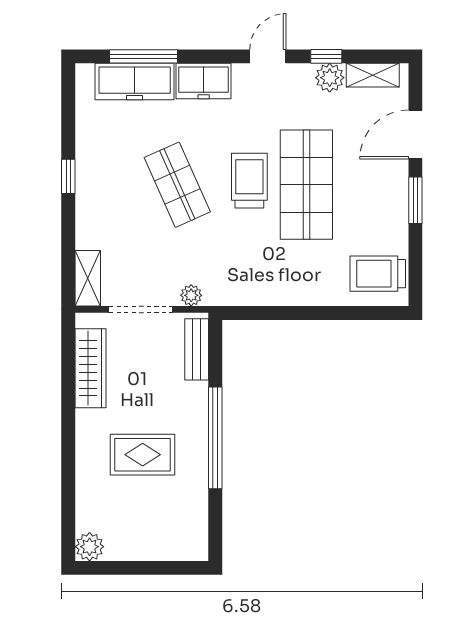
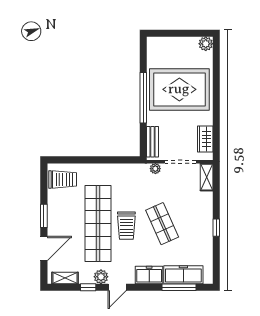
plant: (330, 78) -> (101, 277), moved
shop shelf: (306, 185) -> (98, 224), width x1.40
wardrobe: (91, 368) -> (205, 139), width x0.67
rug: (143, 455) -> (179, 89), width x1.86, depth x2.06

